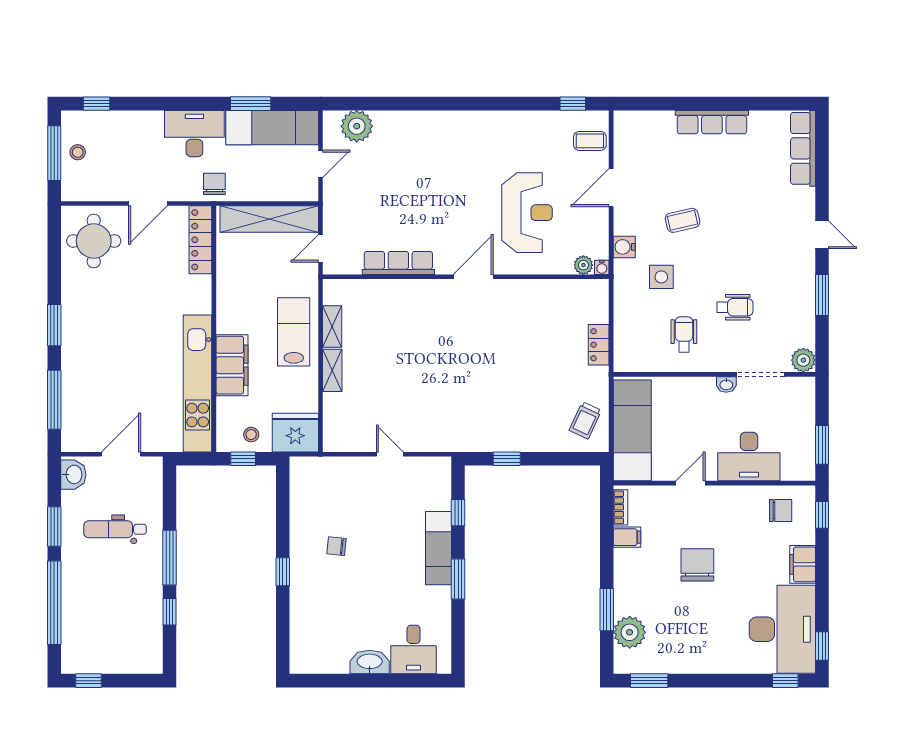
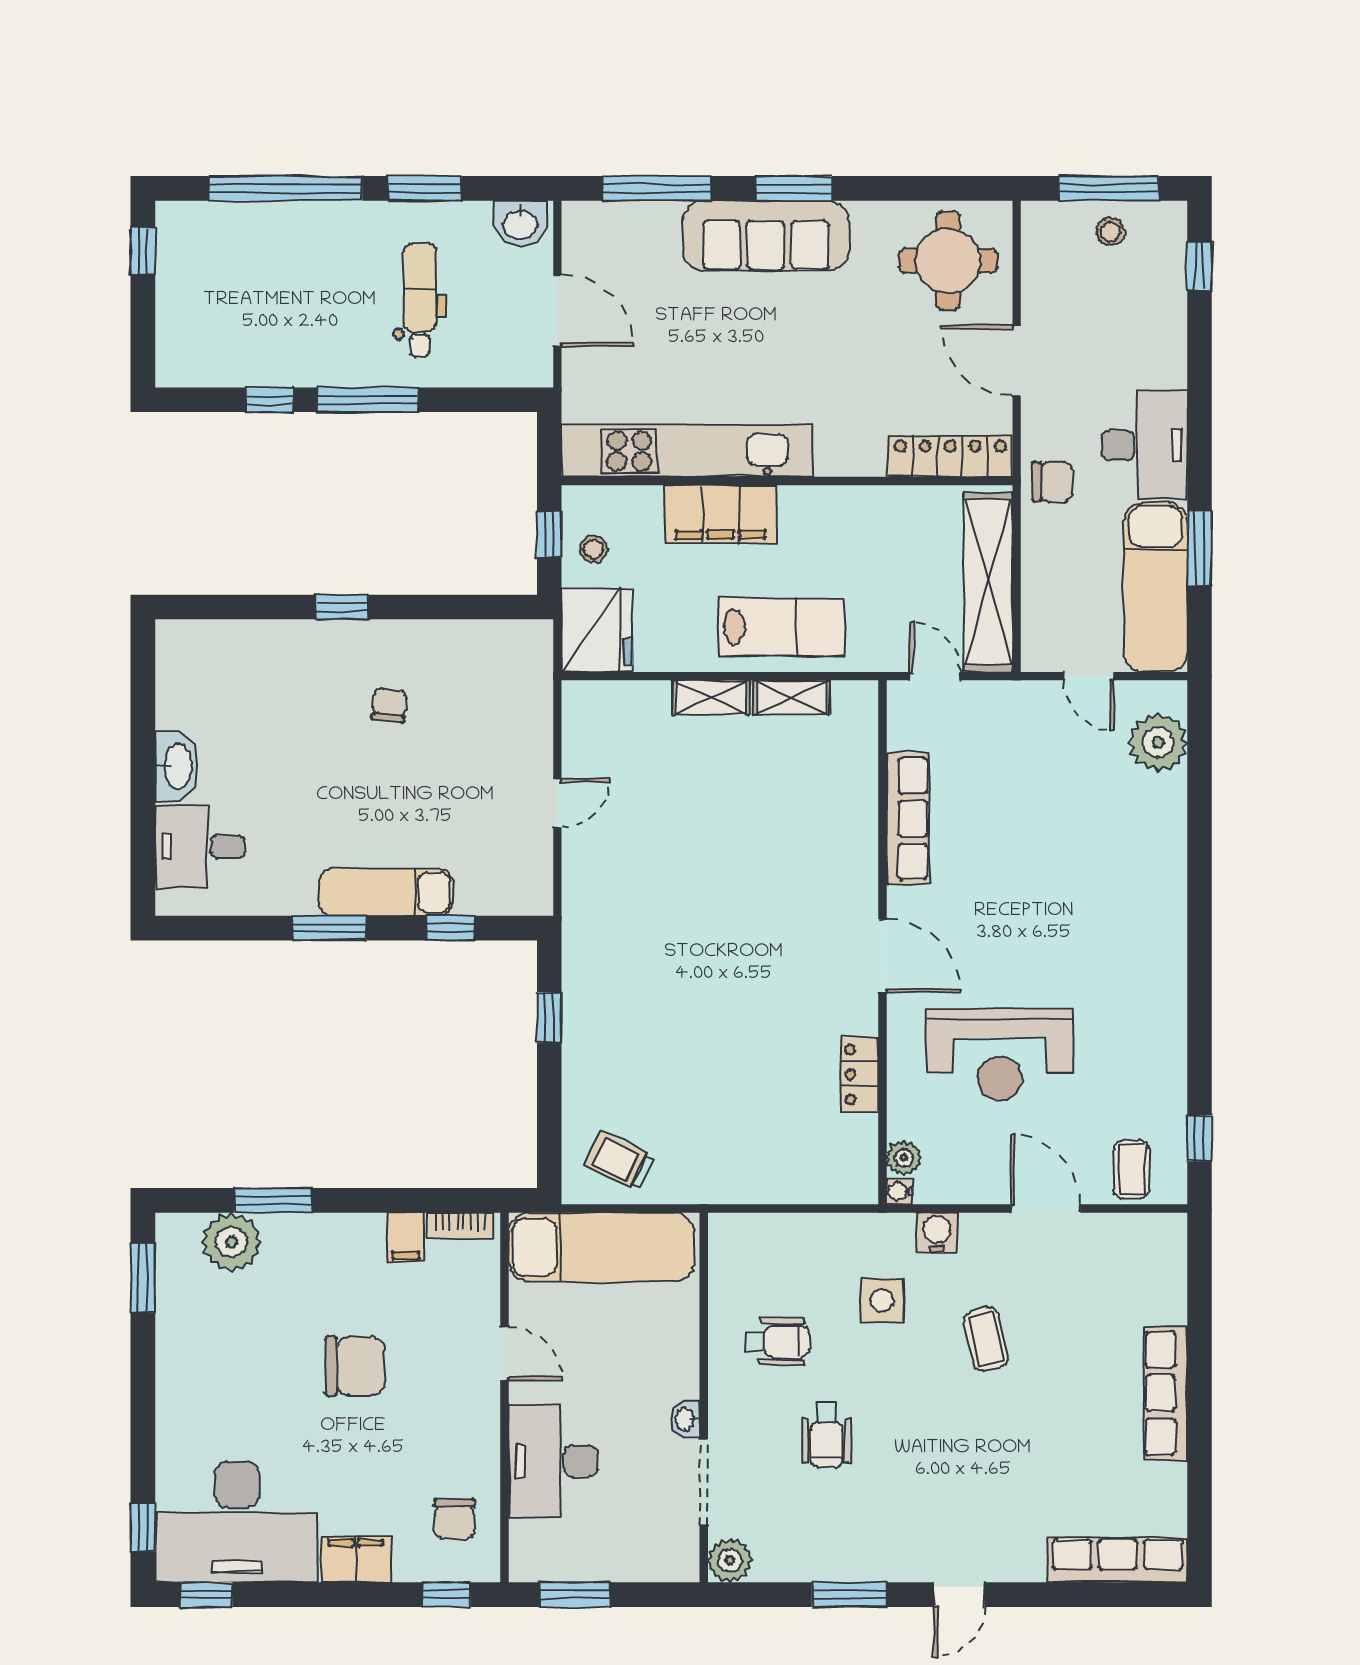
sofa: (80, 341) -> (766, 236), added
locker: (599, 345) -> (860, 1075), moved, turned -90

